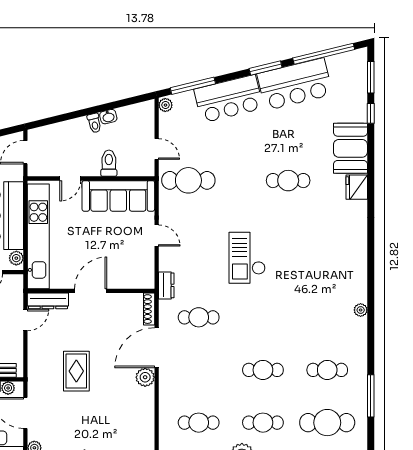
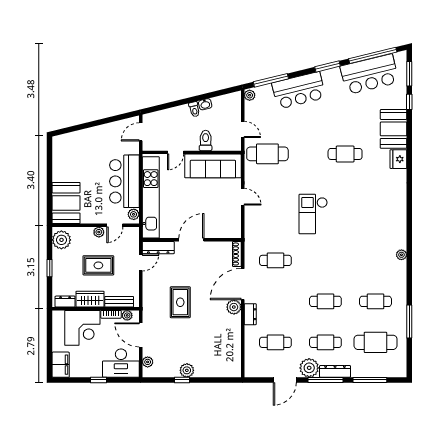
bar counter: (295, 84) -> (369, 74), moved
dresser: (166, 285) -> (250, 314), moved

